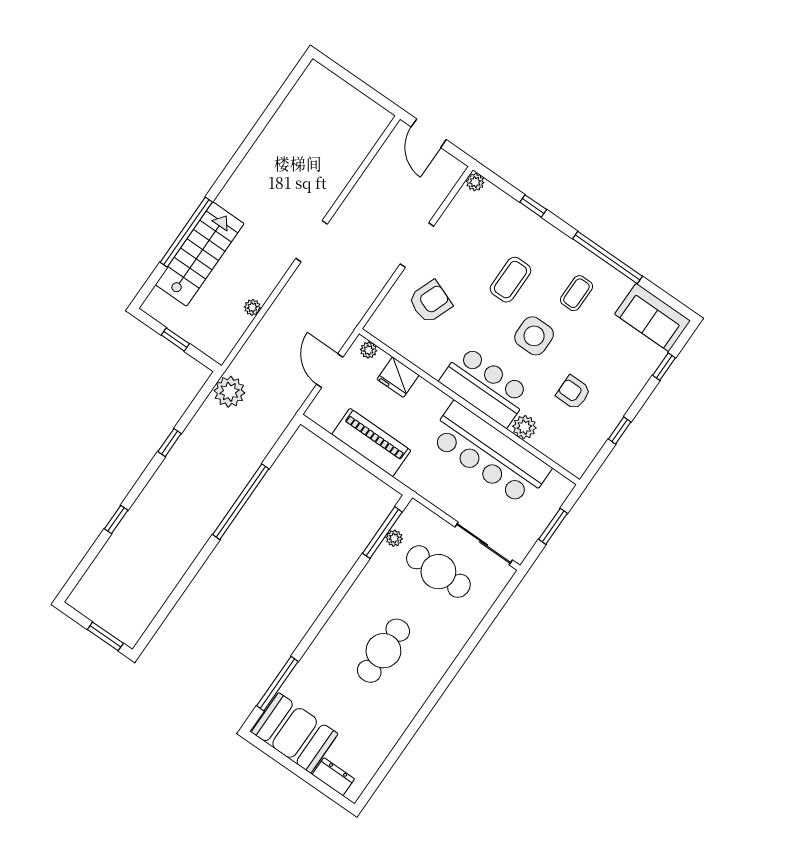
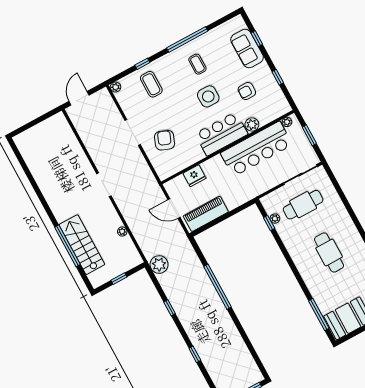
door: (429, 133) -> (79, 98), swing flipped
coffee table: (511, 280) -> (151, 84), moved
sofa: (652, 317) -> (247, 49), moved, turned 90
plant: (369, 350) -> (287, 122), moved
piano: (371, 442) -> (206, 214), moved
window: (382, 533) -> (269, 223), width x0.46

